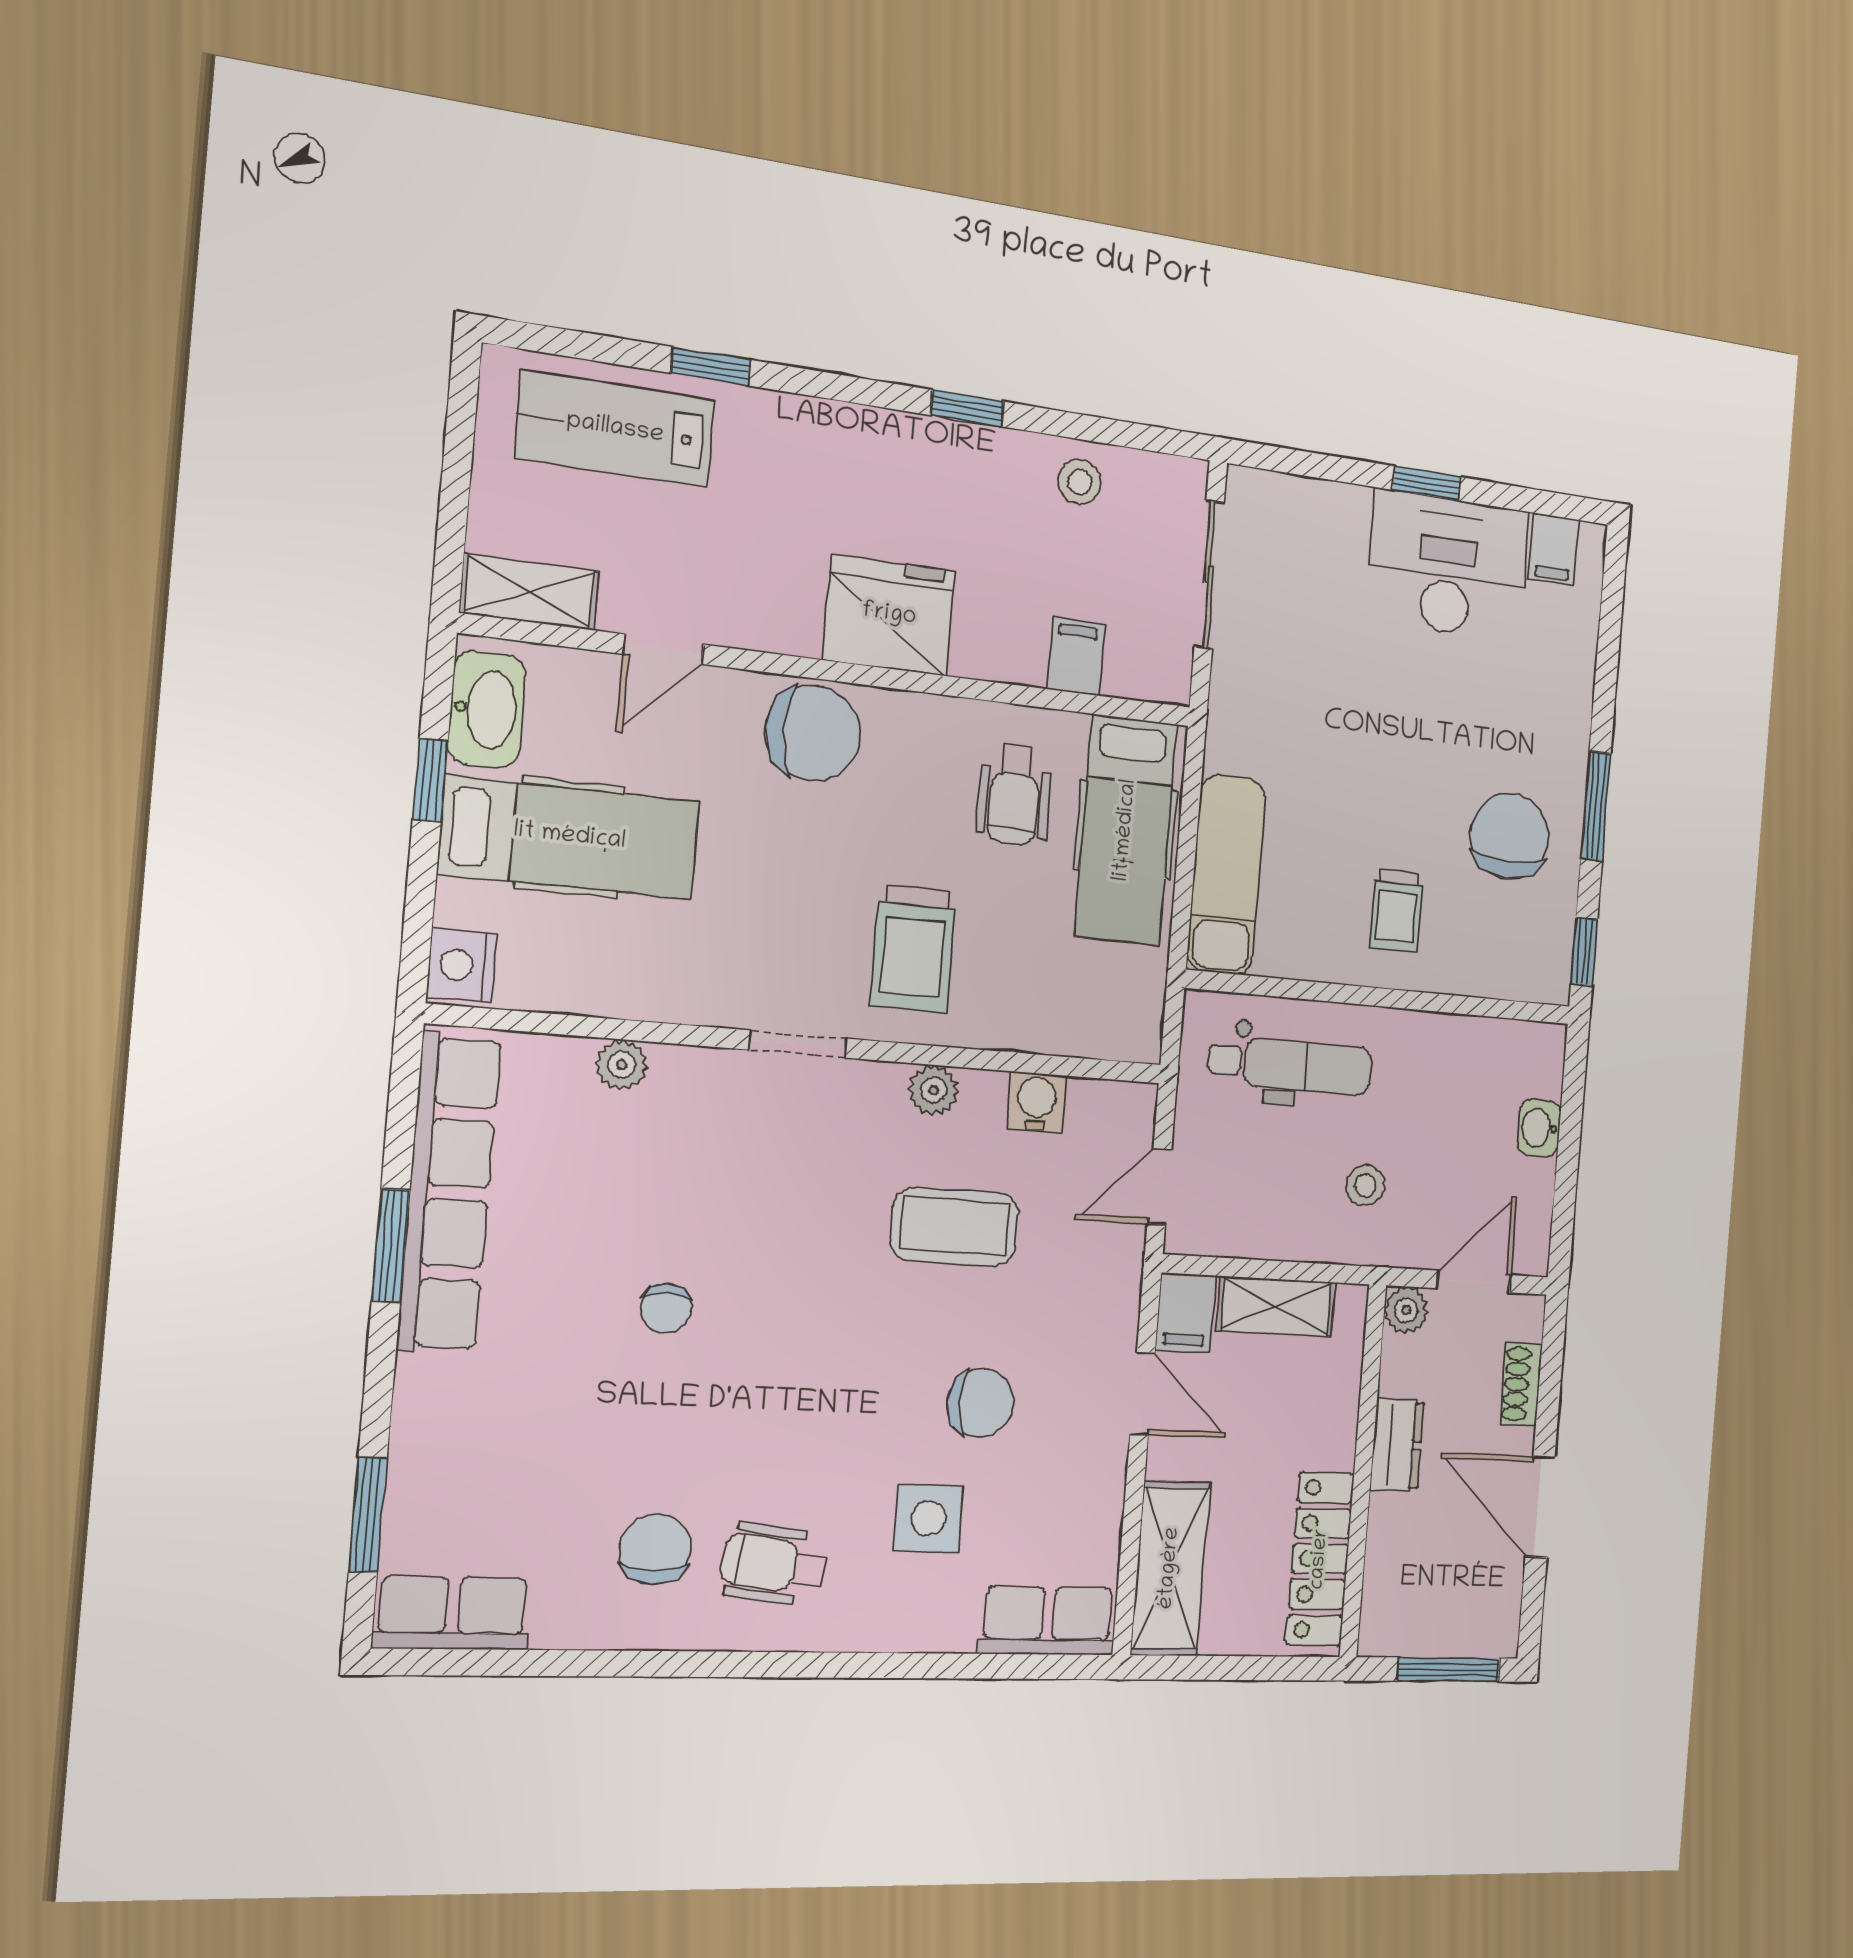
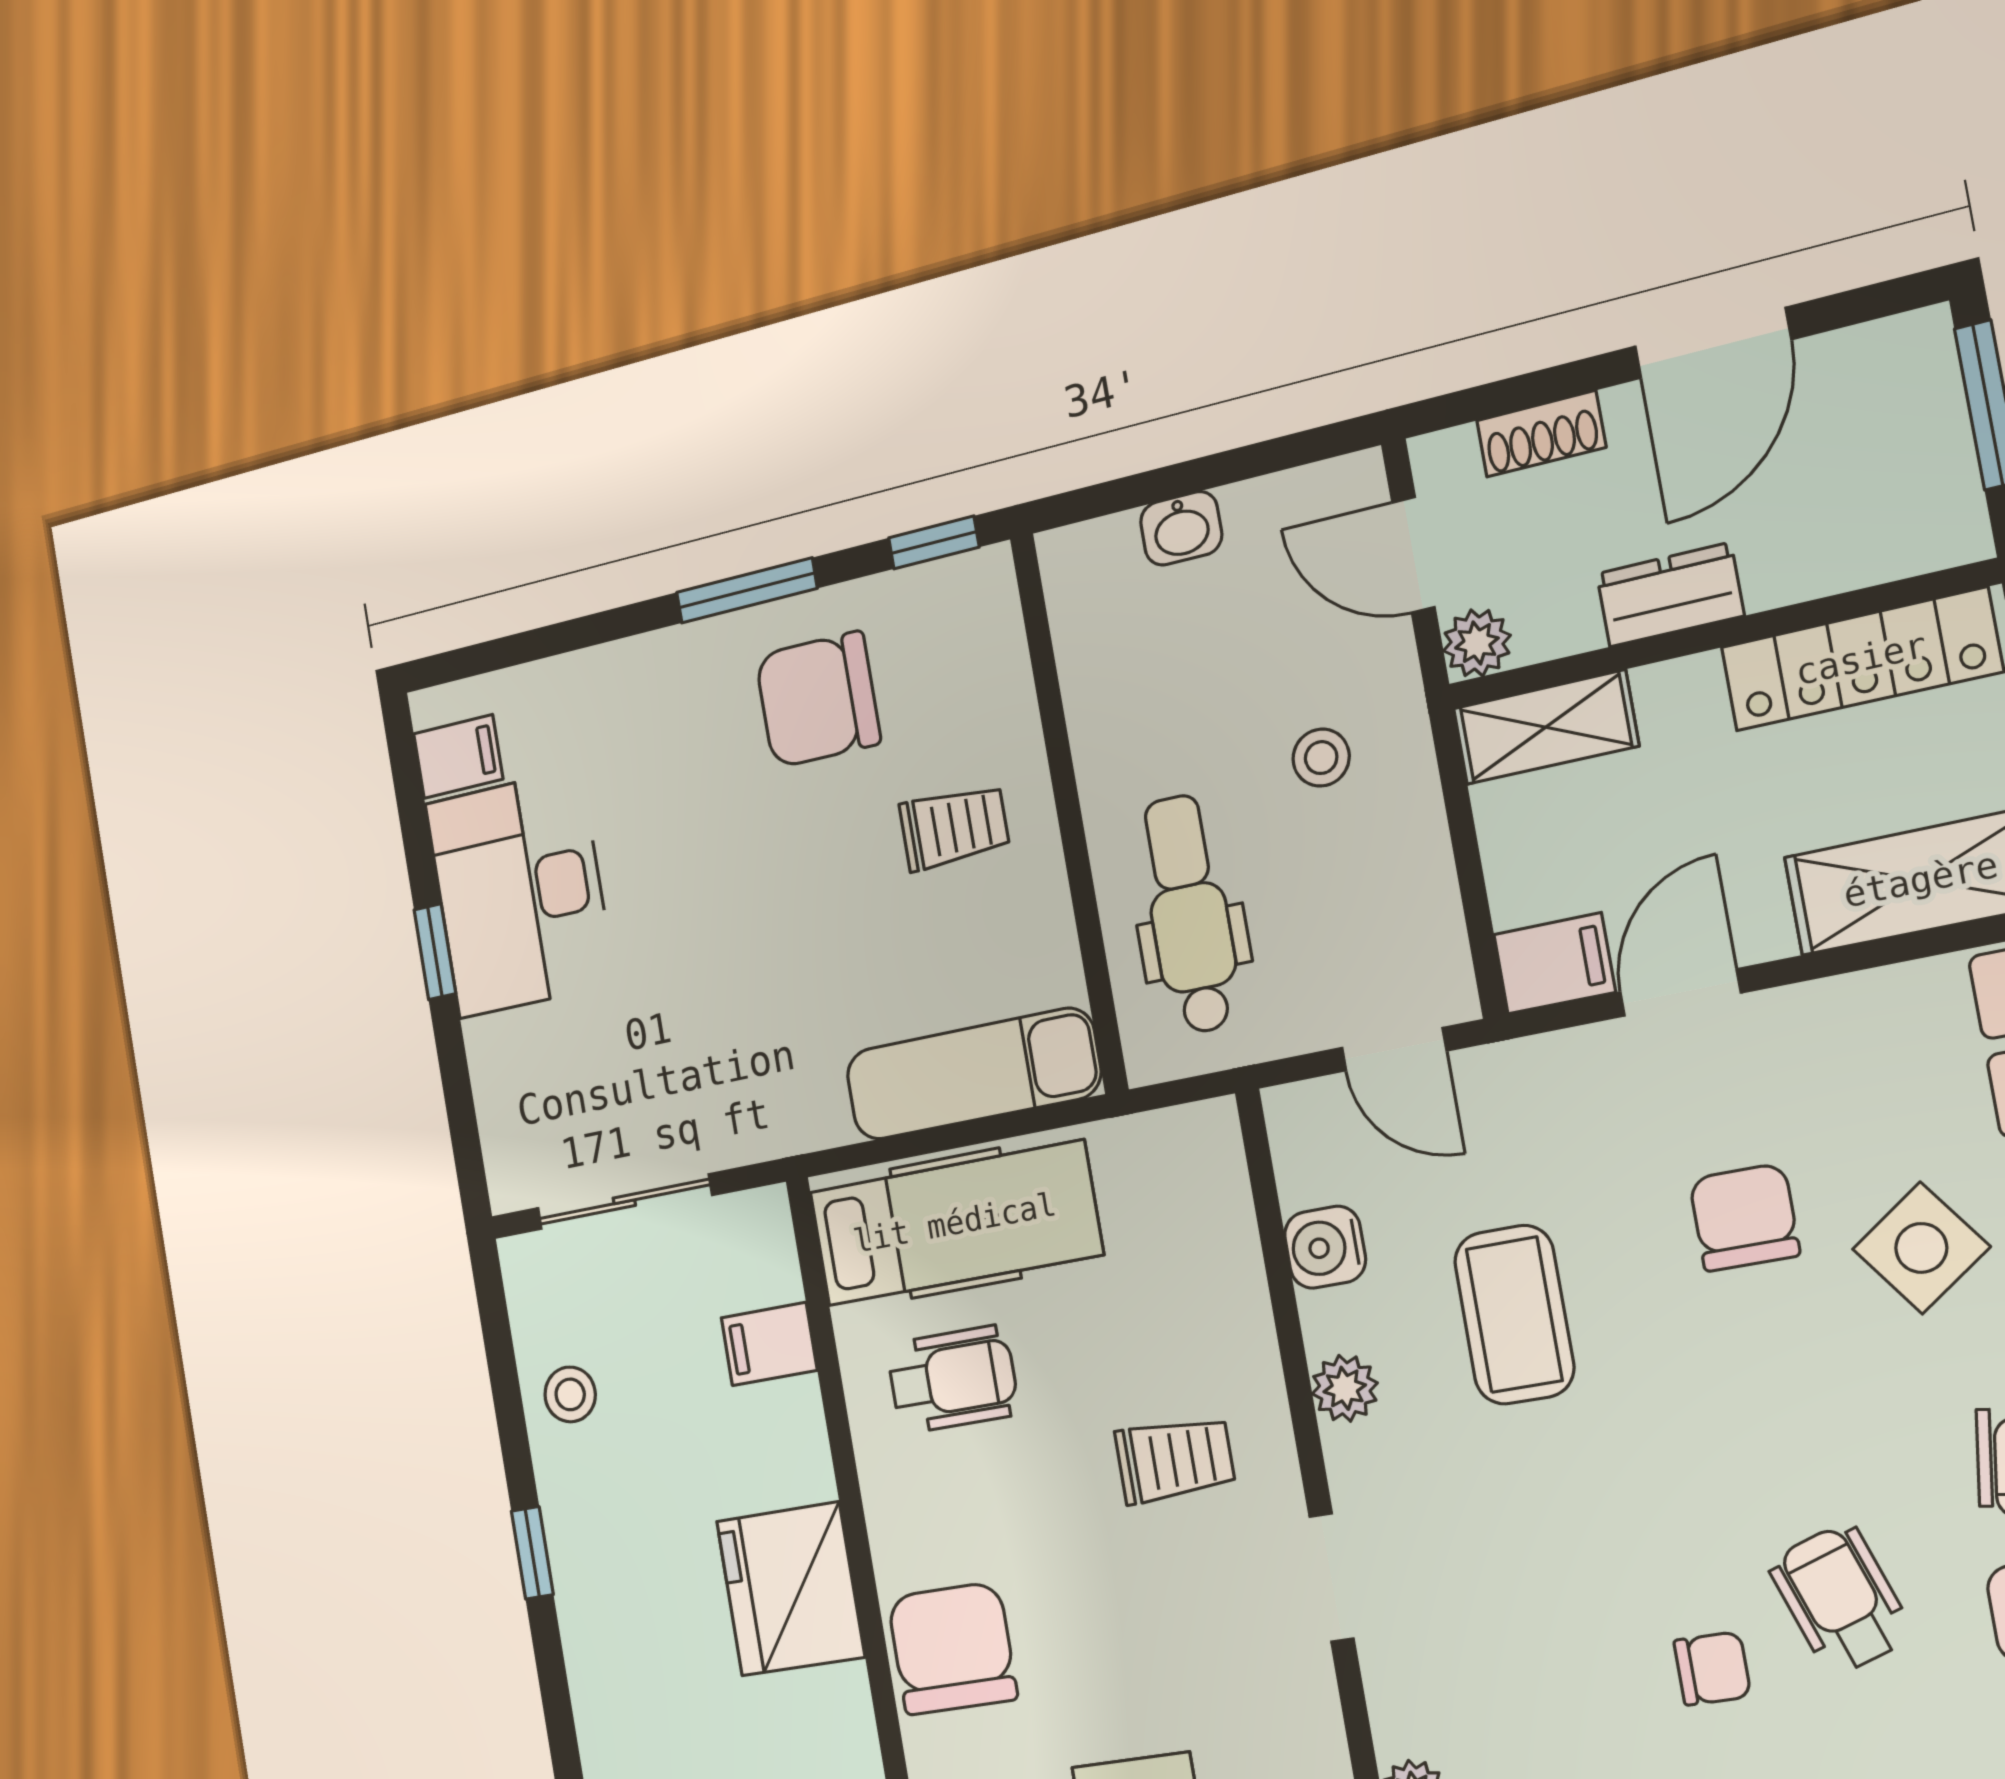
trolley: (913, 949) -> (1175, 1460), width x0.73, depth x0.72
shelving: (1276, 1307) -> (1546, 727), moved, turned 90
wheelchair: (696, 1411) -> (1840, 1599), added
side table: (928, 1518) -> (1921, 1248), turned -36

